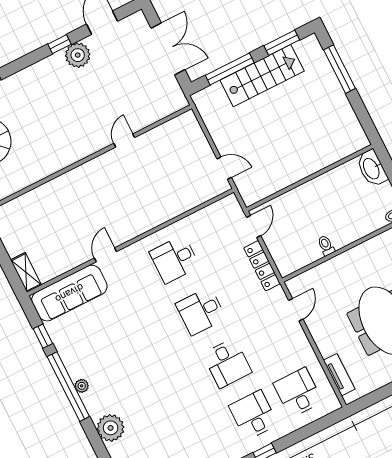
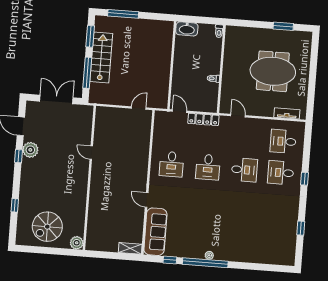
plant: (111, 428) -> (241, 253), removed

